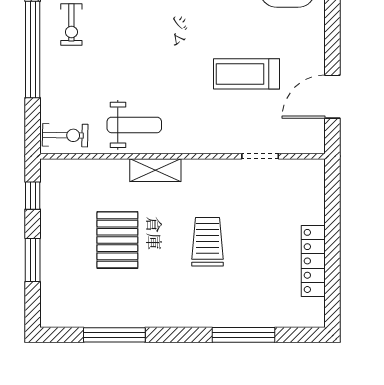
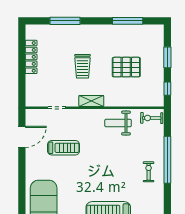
shelving: (155, 170) -> (91, 101), moved
pallet: (117, 240) -> (126, 67), turned 90

